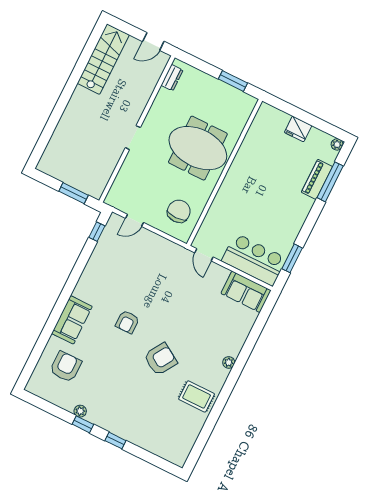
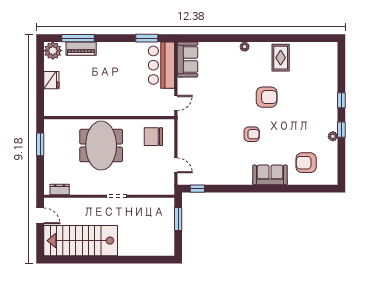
stairs: (103, 59) -> (81, 241), width x1.36, depth x1.51
plant: (337, 144) -> (53, 51), width x1.87, depth x1.87
armchair: (160, 359) -> (267, 97), turned 148

